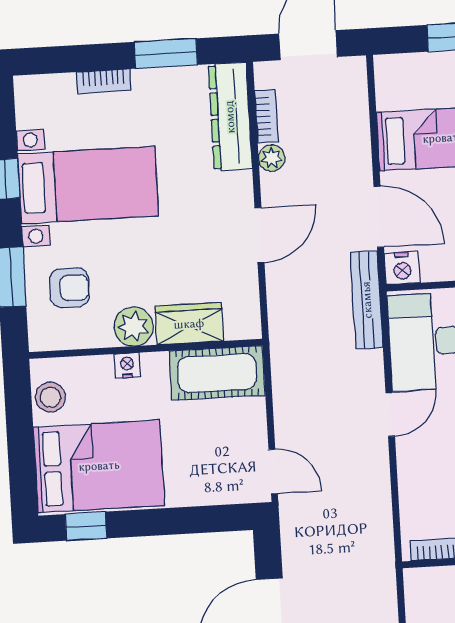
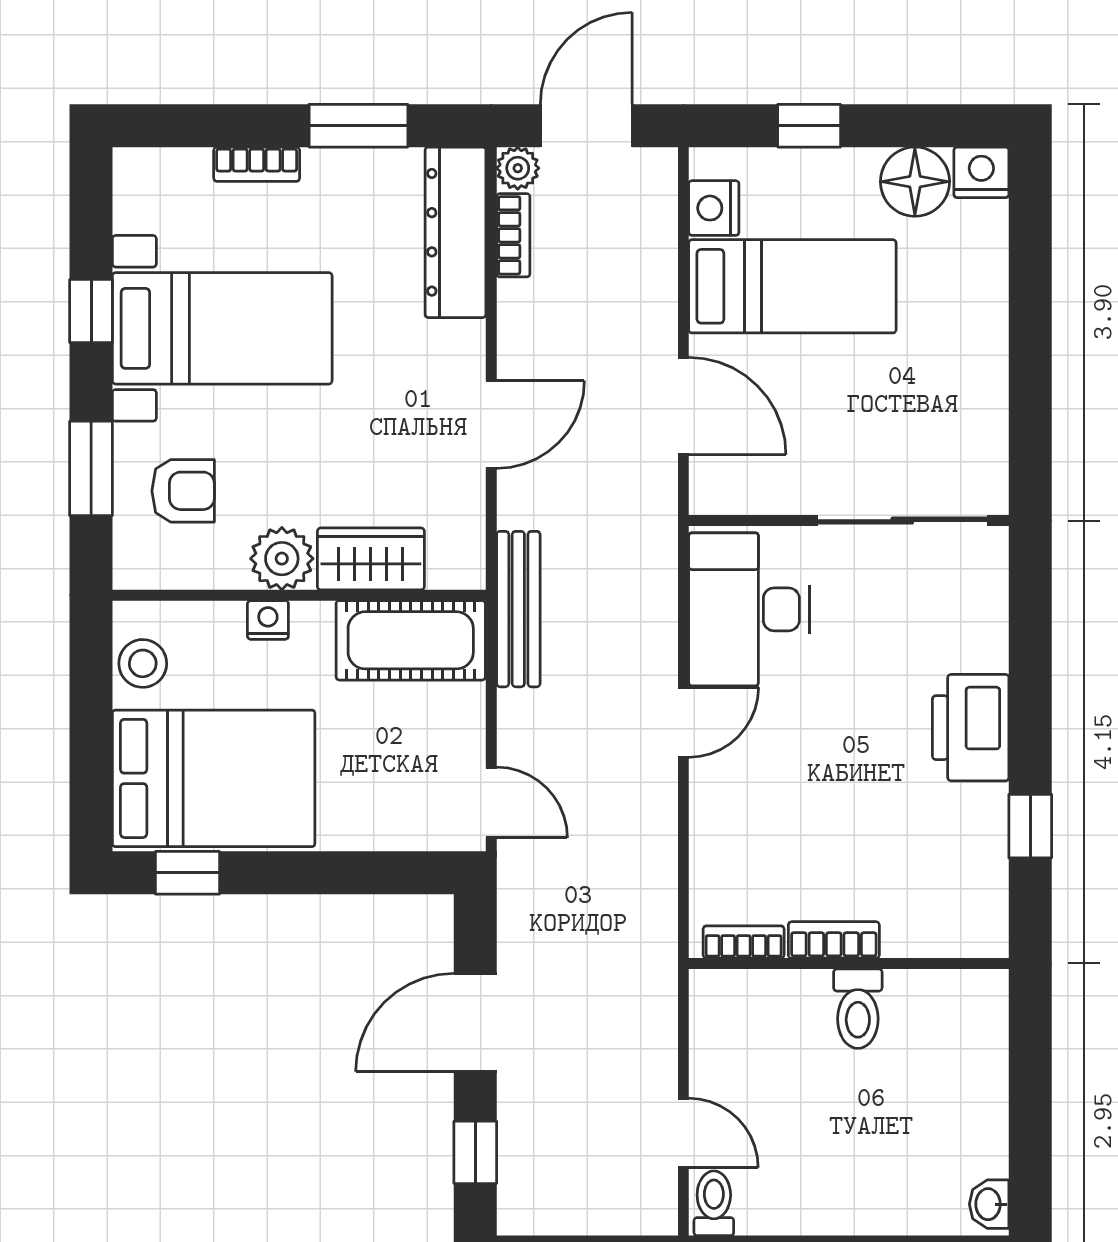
plant: (272, 158) -> (518, 168), moved
nightstand: (402, 268) -> (714, 208), moved, turned 90
bench: (367, 300) -> (518, 609), moved

